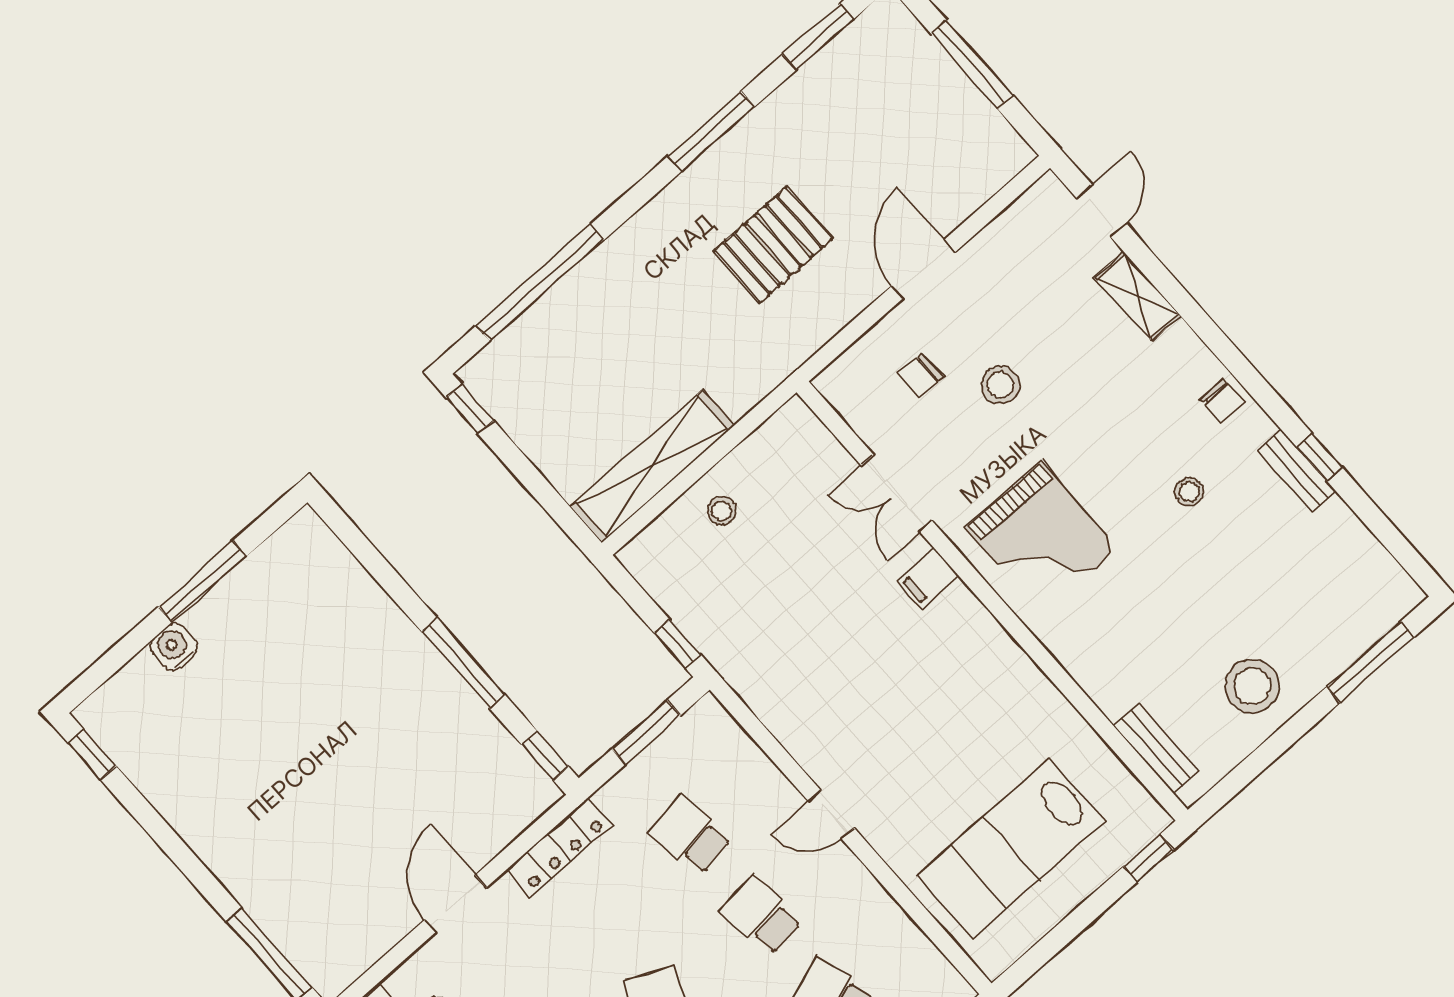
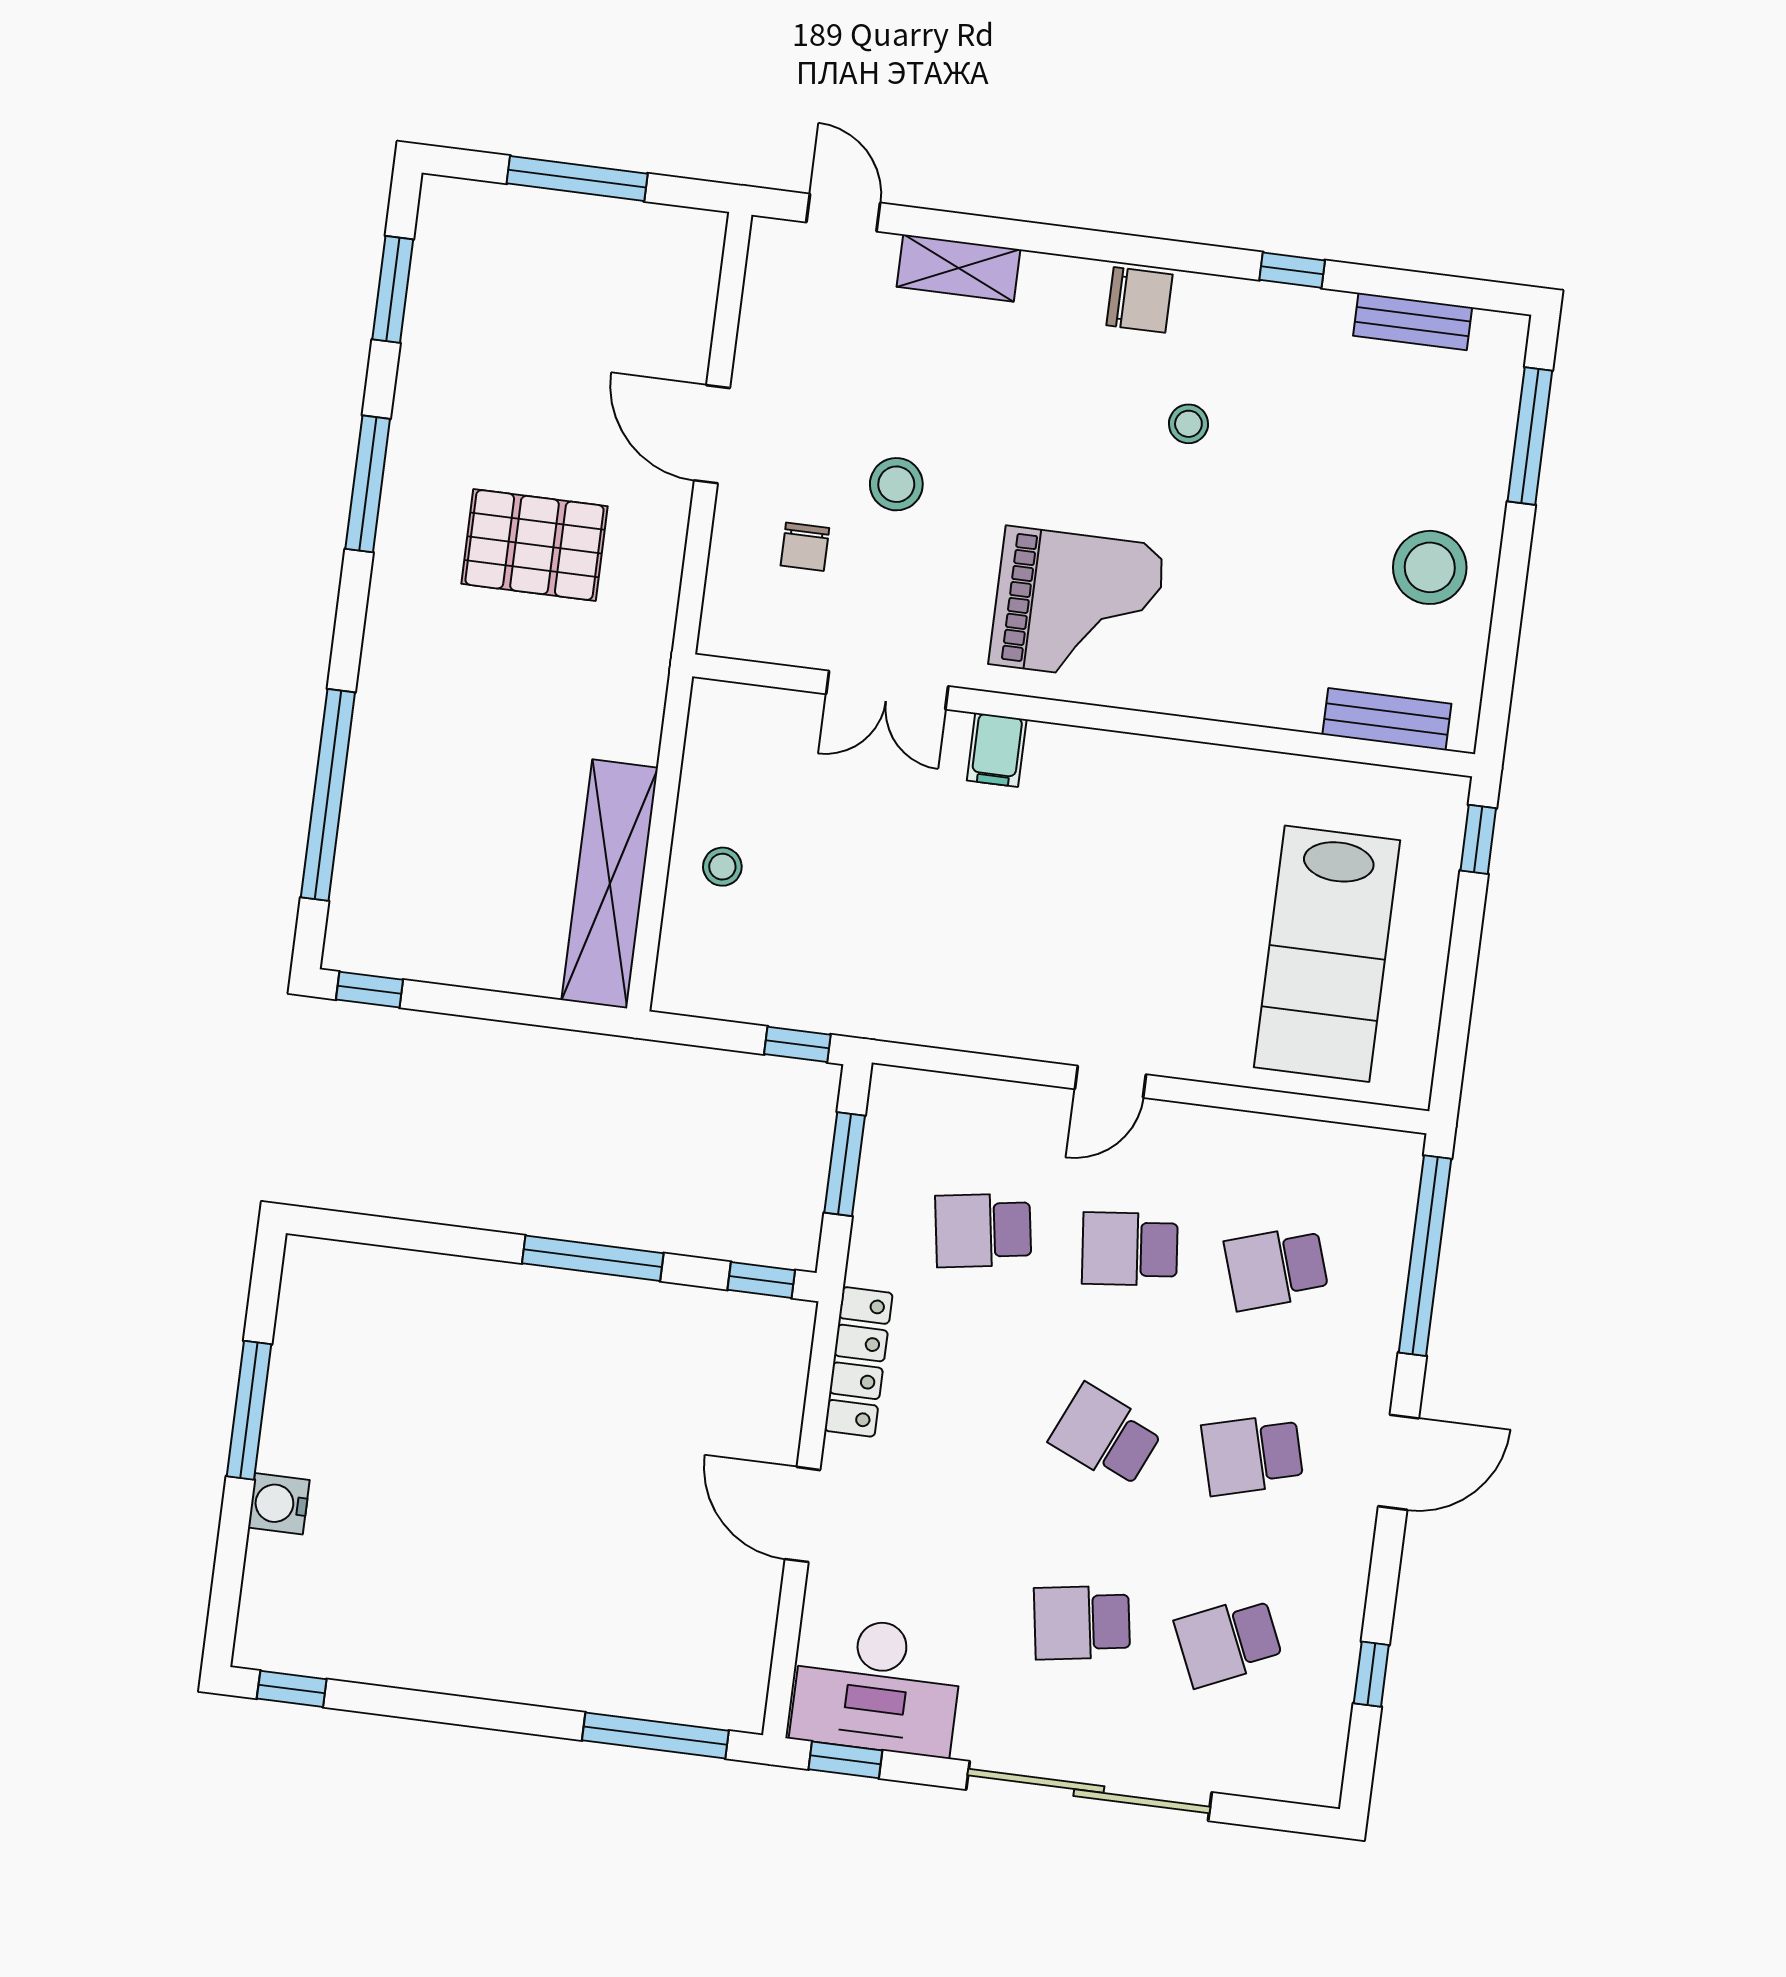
pallet: (773, 245) -> (534, 545), turned 90
chair: (1222, 400) -> (1139, 300), width x1.37, depth x1.37
bench: (1296, 470) -> (1413, 321), moved

